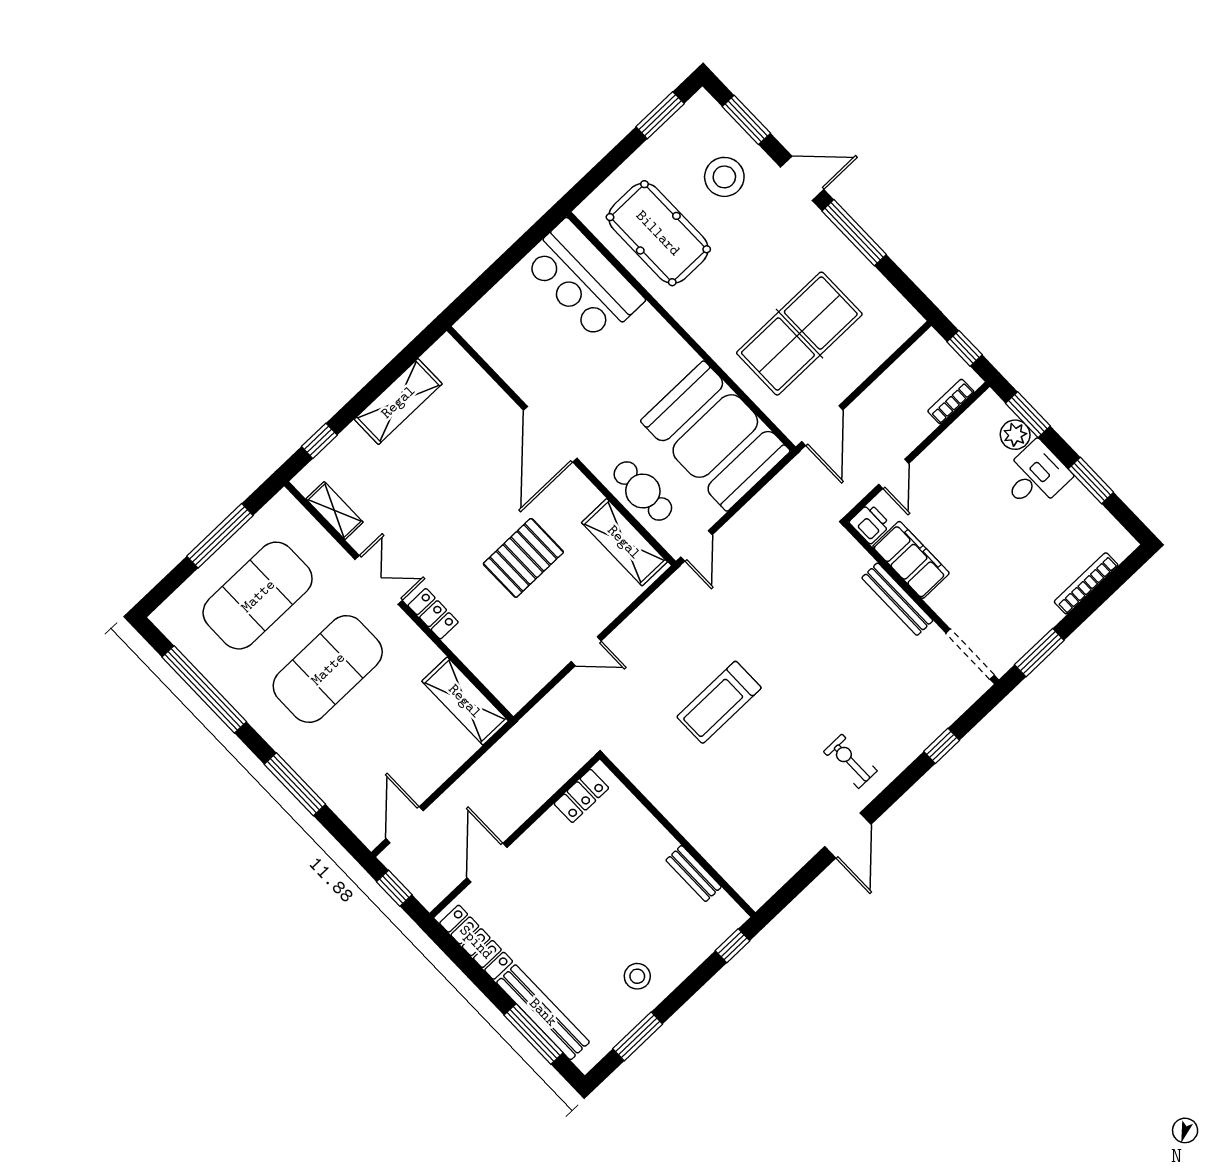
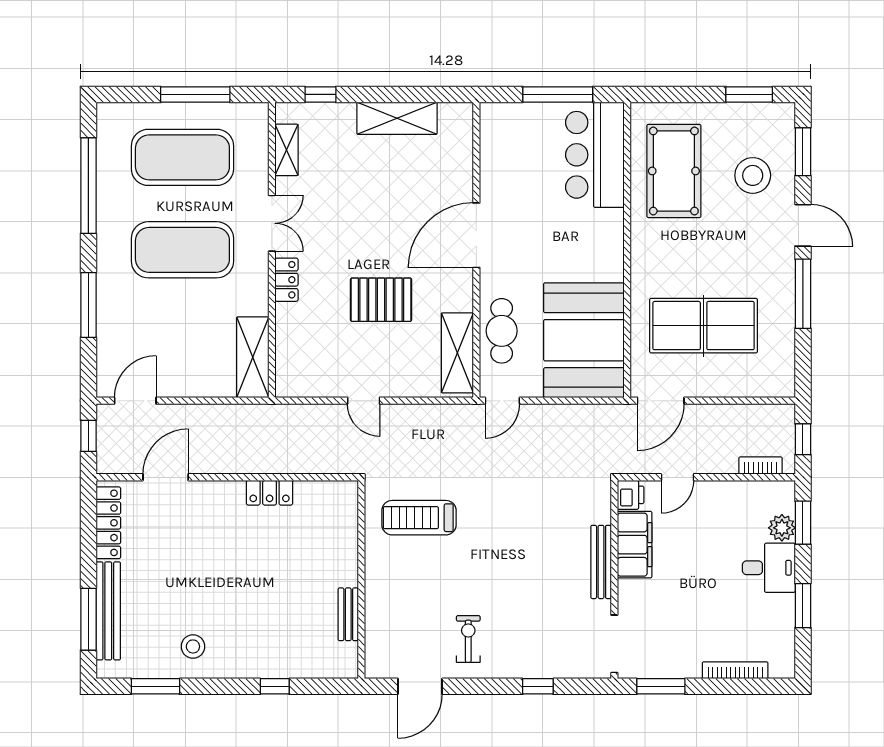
window: (508, 261) -> (558, 94), added
wall: (678, 836) -> (361, 579), moved
bench: (694, 874) -> (348, 614), moved

